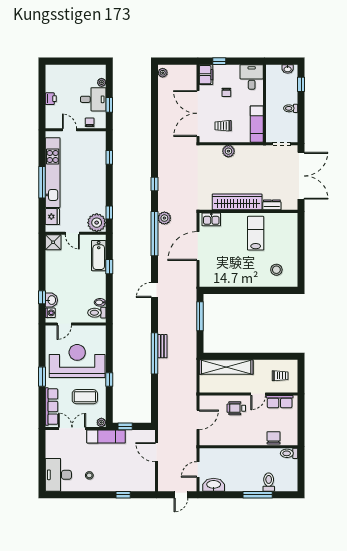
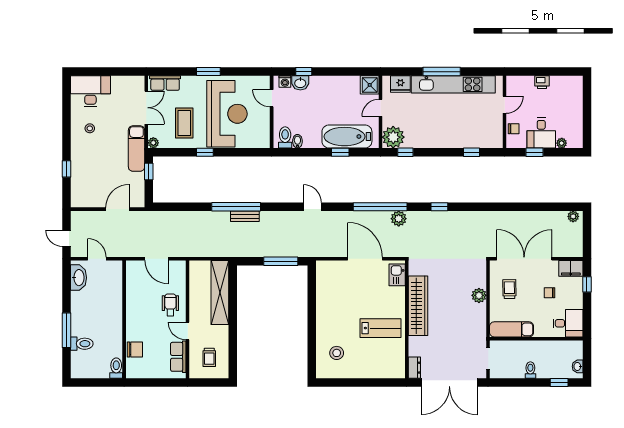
dresser: (272, 205) -> (414, 368), moved
bathtub: (99, 256) -> (347, 137), width x1.36, depth x1.36
row of seats: (52, 407) -> (165, 83), width x0.68

